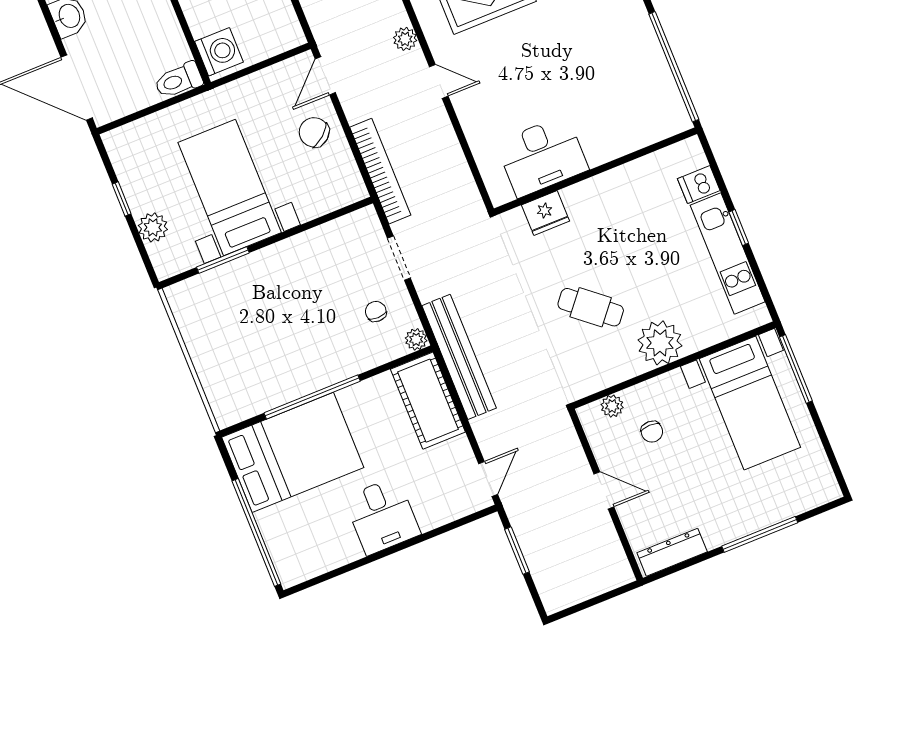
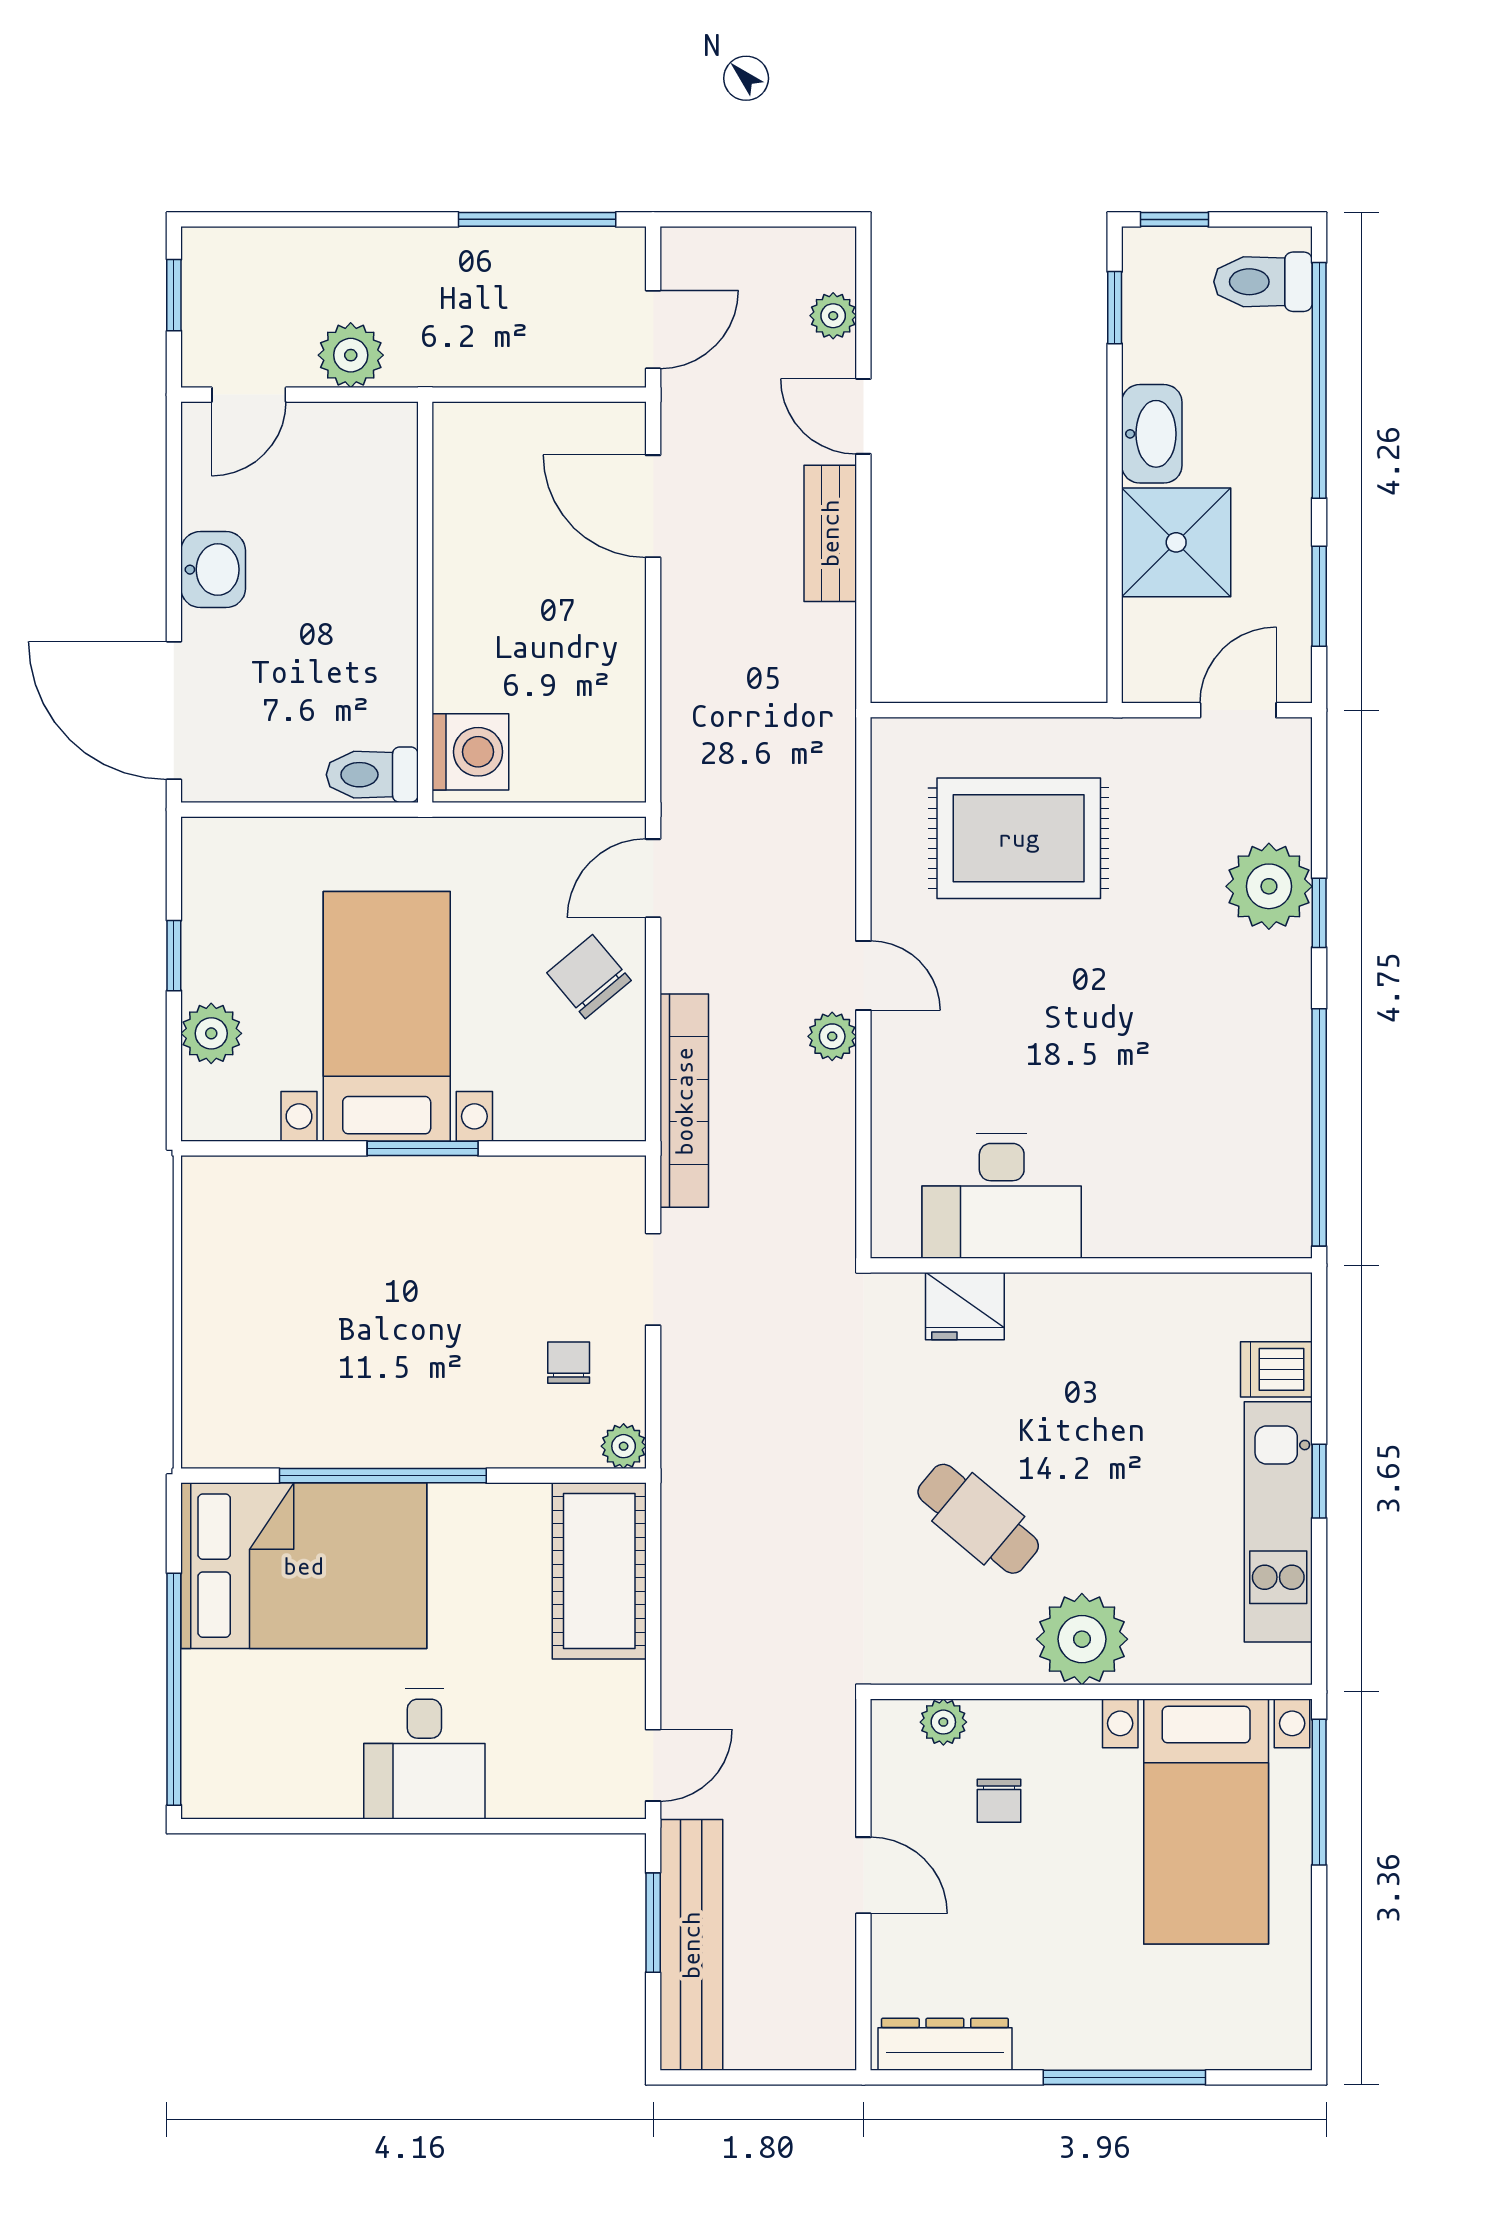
plant: (405, 39) -> (832, 1036), moved
window: (223, 260) -> (423, 1148), moved
bench: (459, 357) -> (691, 1945), moved

